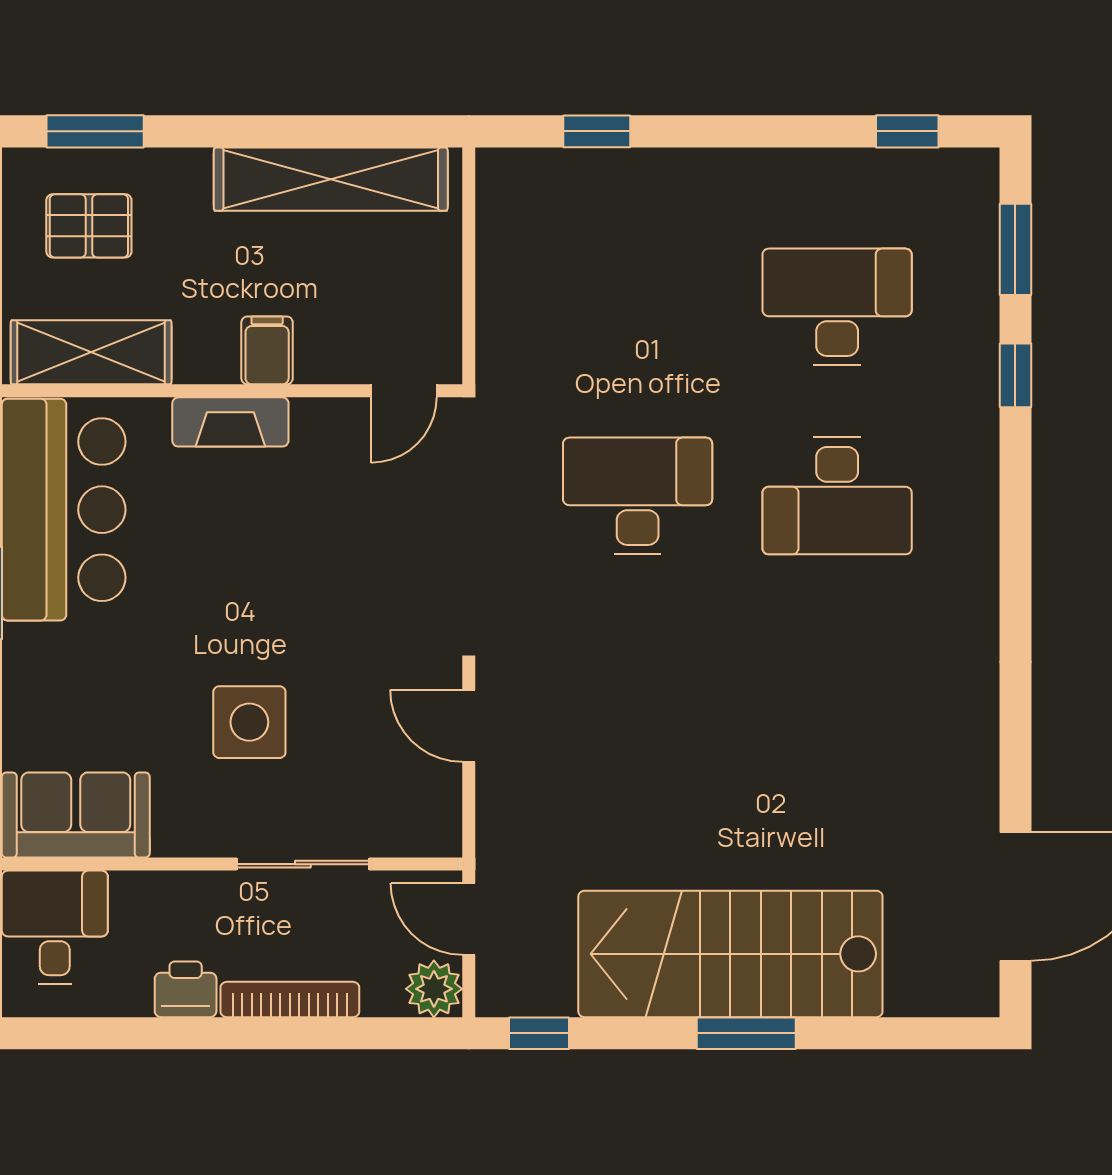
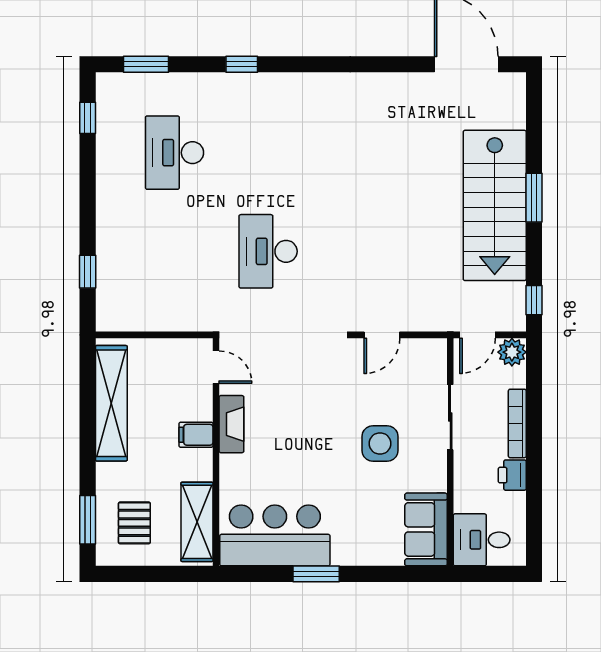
window: (1015, 375) -> (242, 64), moved
fireplace: (230, 422) -> (231, 424), moved
desk: (837, 496) -> (268, 153), removed

